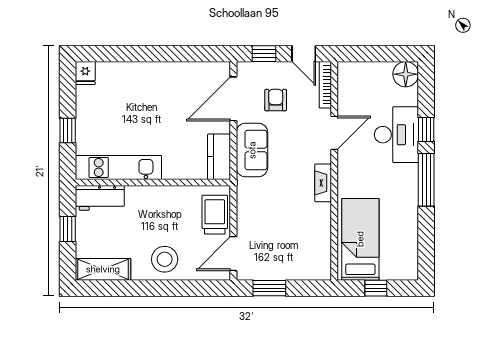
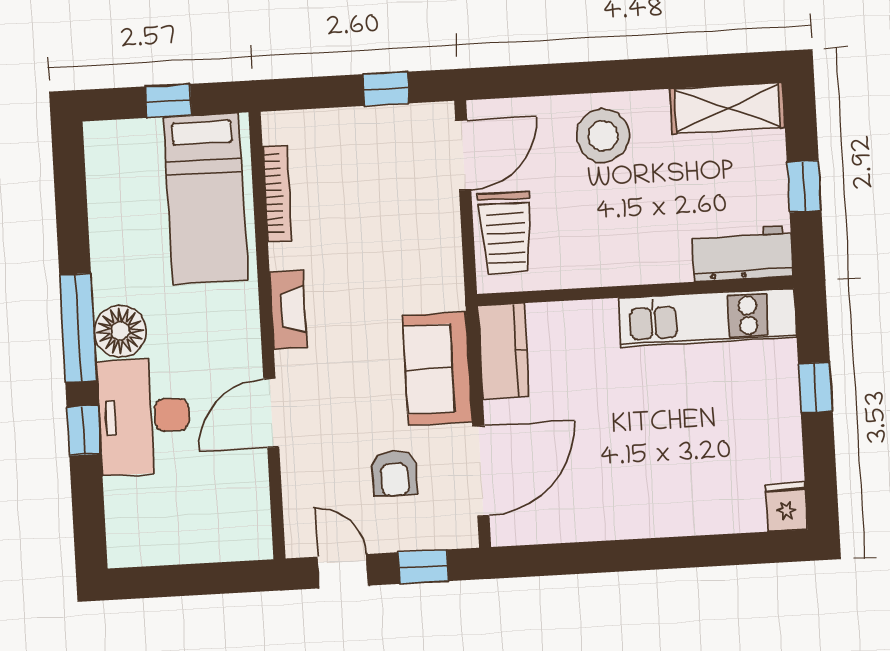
floor lamp: (406, 74) -> (120, 331), moved
bookcase: (325, 85) -> (277, 193), moved
window: (269, 288) -> (386, 89), width x0.67

